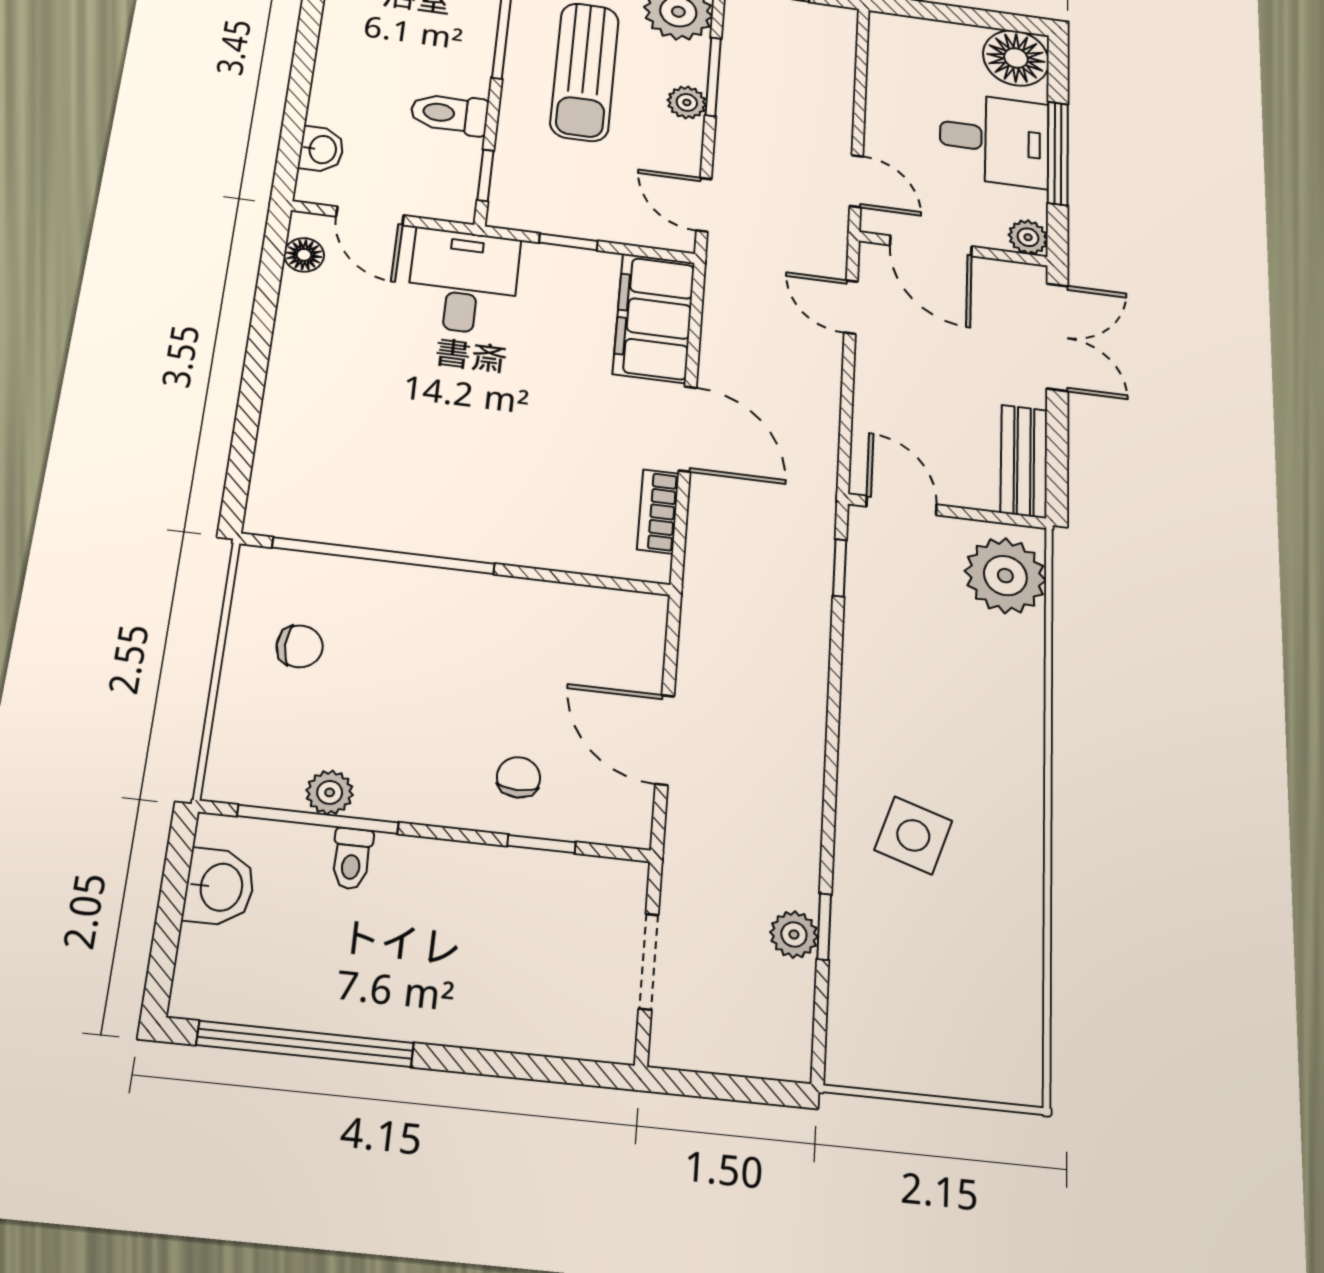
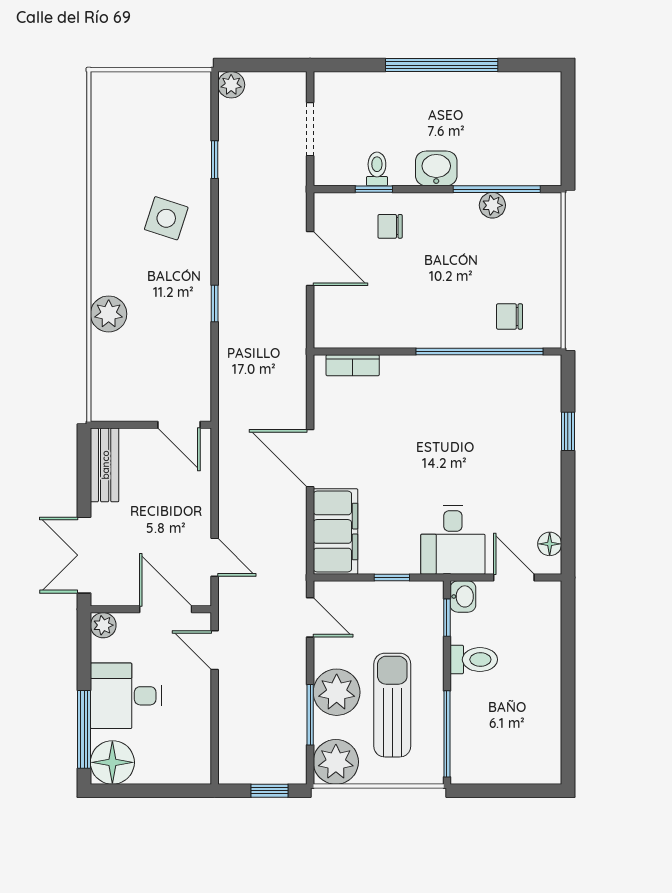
plant: (687, 102) -> (337, 692), width x1.88, depth x1.88
washbasin: (321, 149) -> (463, 596), moved, turned 180
window: (1058, 153) -> (84, 729), moved
window: (248, 414) -> (568, 431), added
bookcase: (658, 511) -> (353, 365), moved, turned 90
window: (840, 568) -> (215, 303), moved
plant: (1005, 576) -> (109, 314), moved, width x0.73, depth x0.73
chair: (300, 646) -> (510, 316), moved
chair: (518, 777) -> (390, 226), turned 90
toilet: (352, 859) -> (377, 169), moved
washbasin: (219, 887) -> (436, 168), moved, turned 90
plant: (794, 934) -> (231, 85), moved
window: (305, 1044) -> (442, 65), moved

